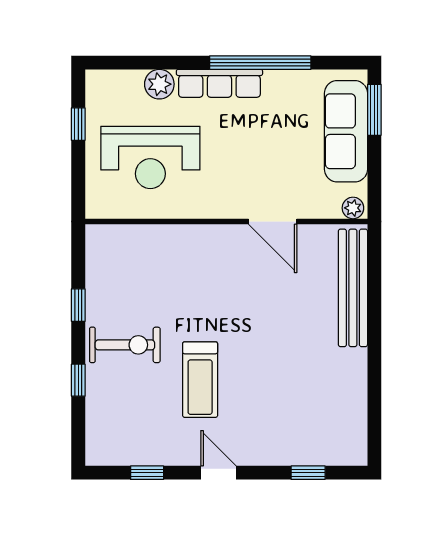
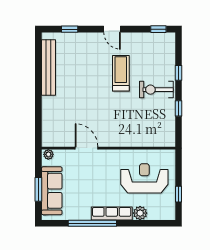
window: (374, 110) -> (38, 189), moved
bench: (353, 288) -> (48, 68), moved
window: (147, 473) -> (158, 29), moved

